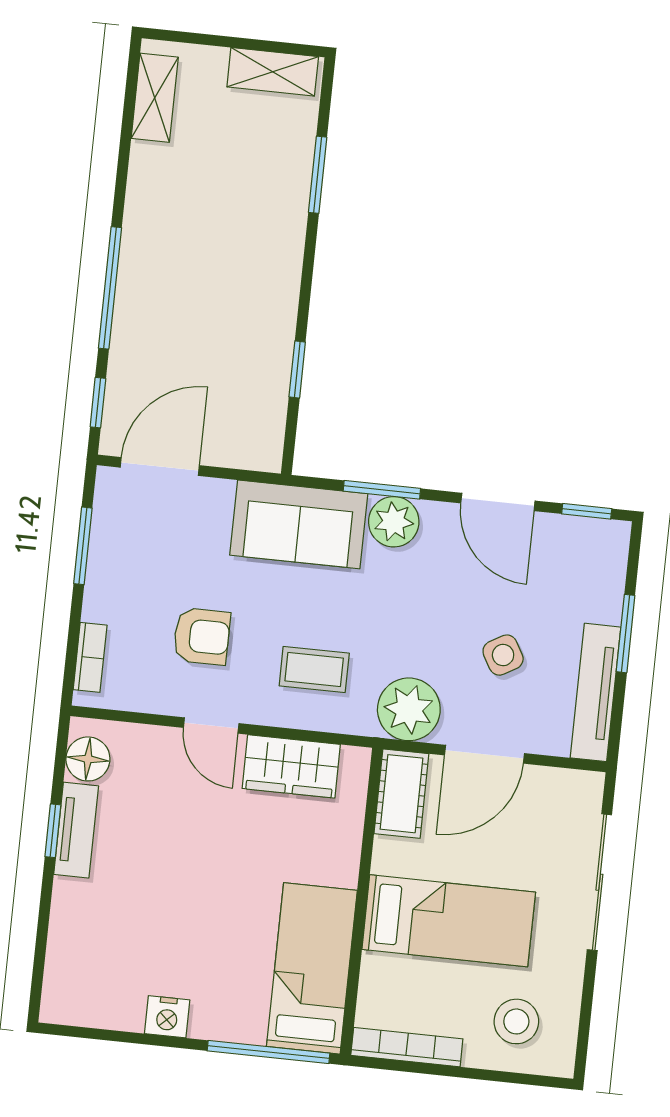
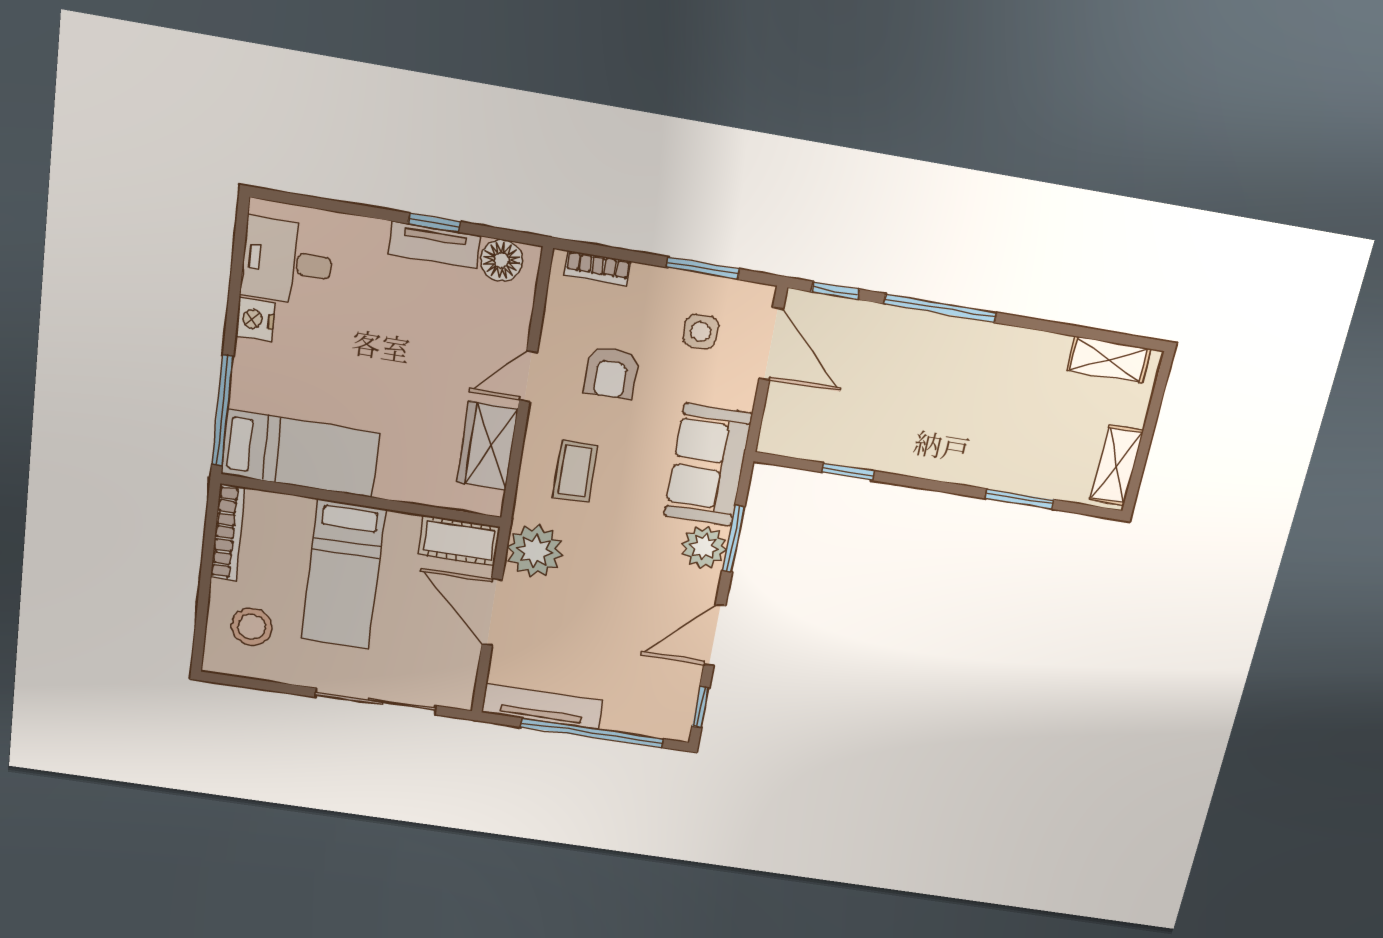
window: (626, 634) -> (592, 733), width x2.11
side table: (503, 655) -> (701, 331), moved, turned 30
desk: (104, 983) -> (287, 262), added

